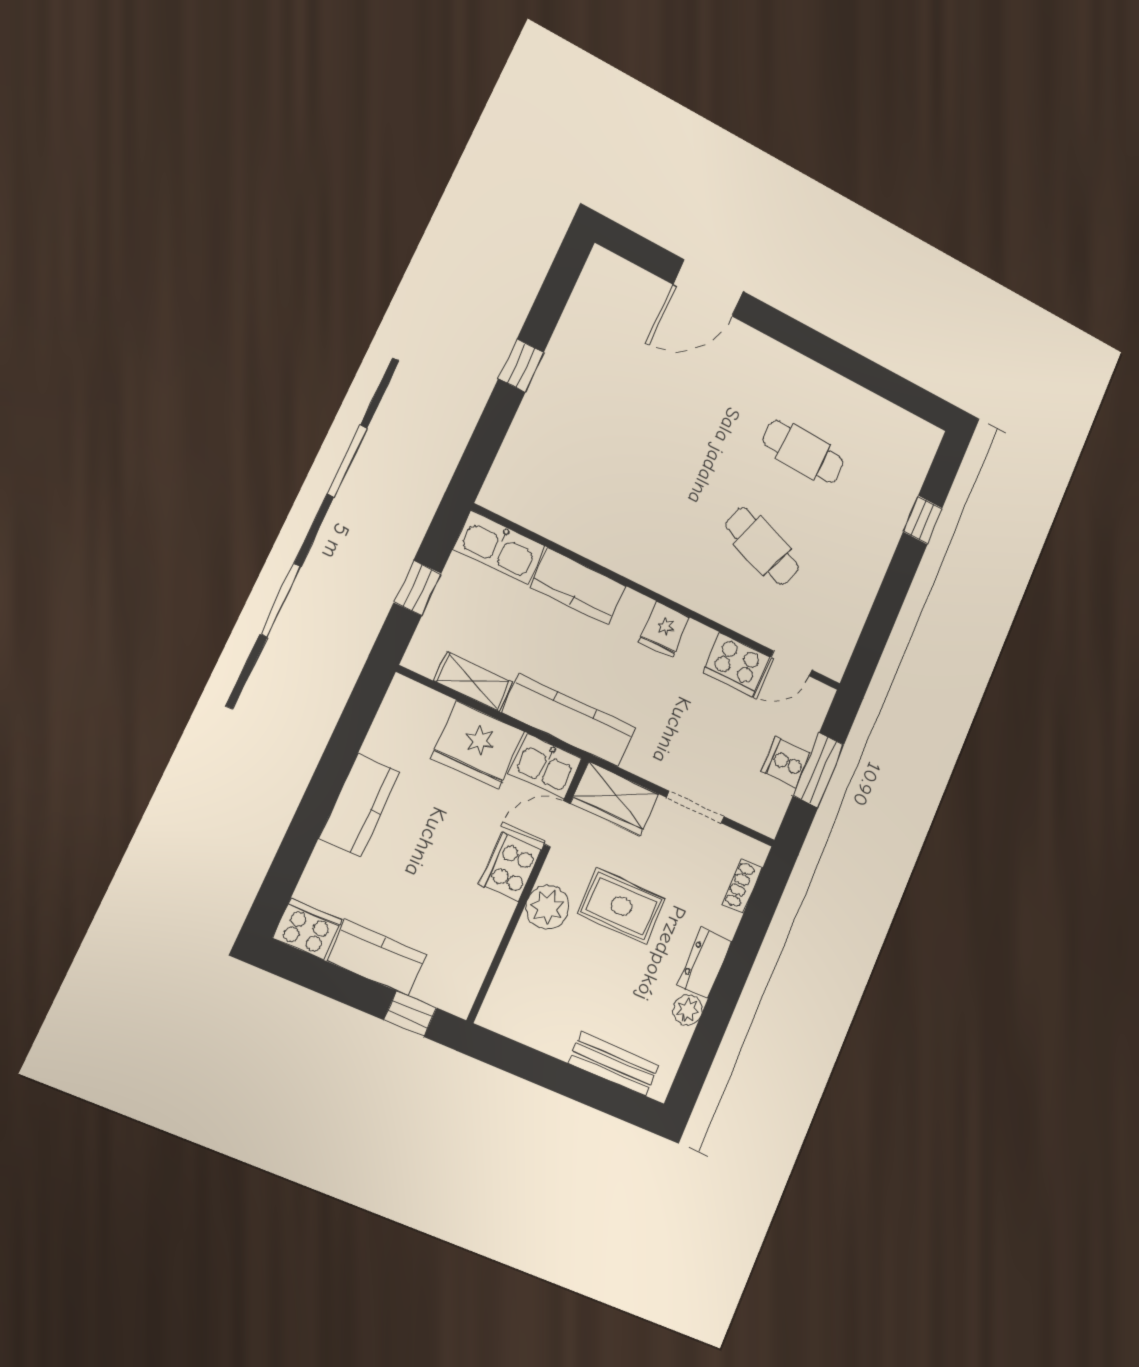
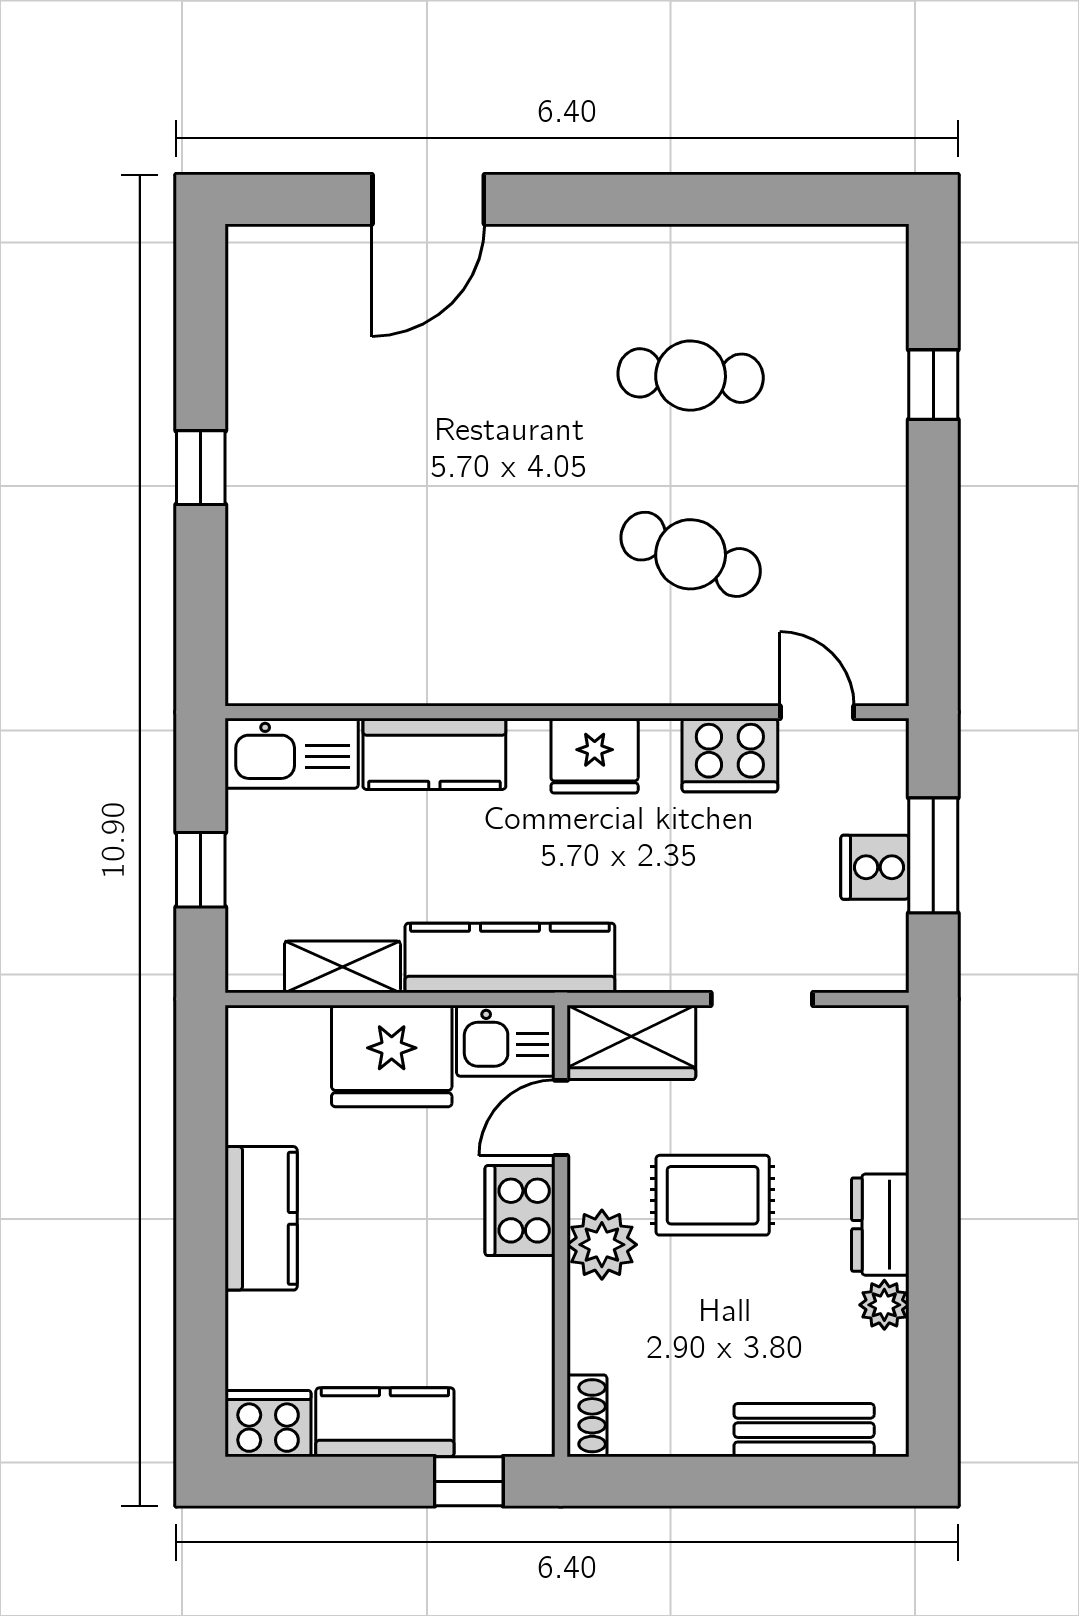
fridge: (664, 630) -> (595, 756), width x1.38
door: (791, 663) -> (817, 712), swing flipped
shoe rack: (743, 886) -> (587, 1416), moved, turned 180

